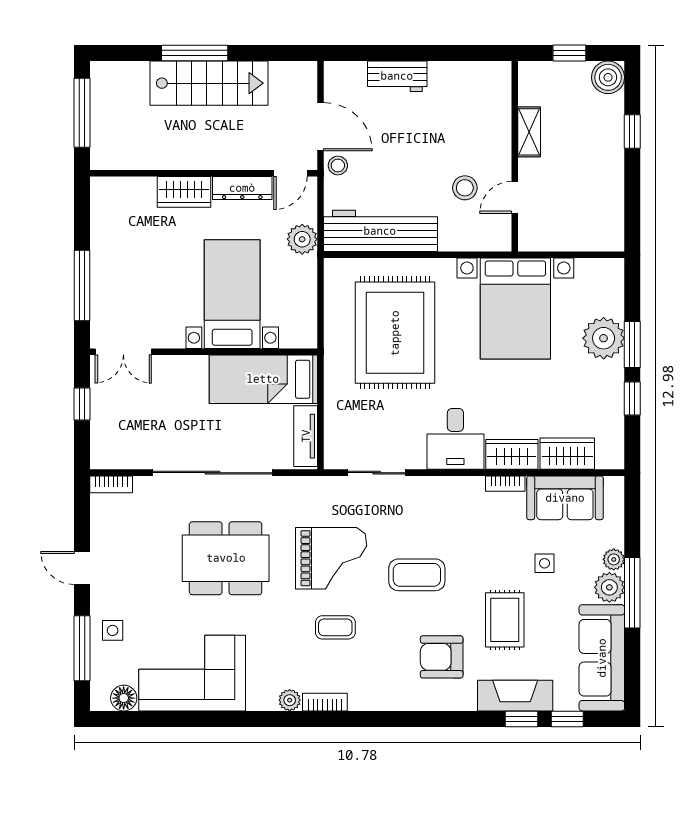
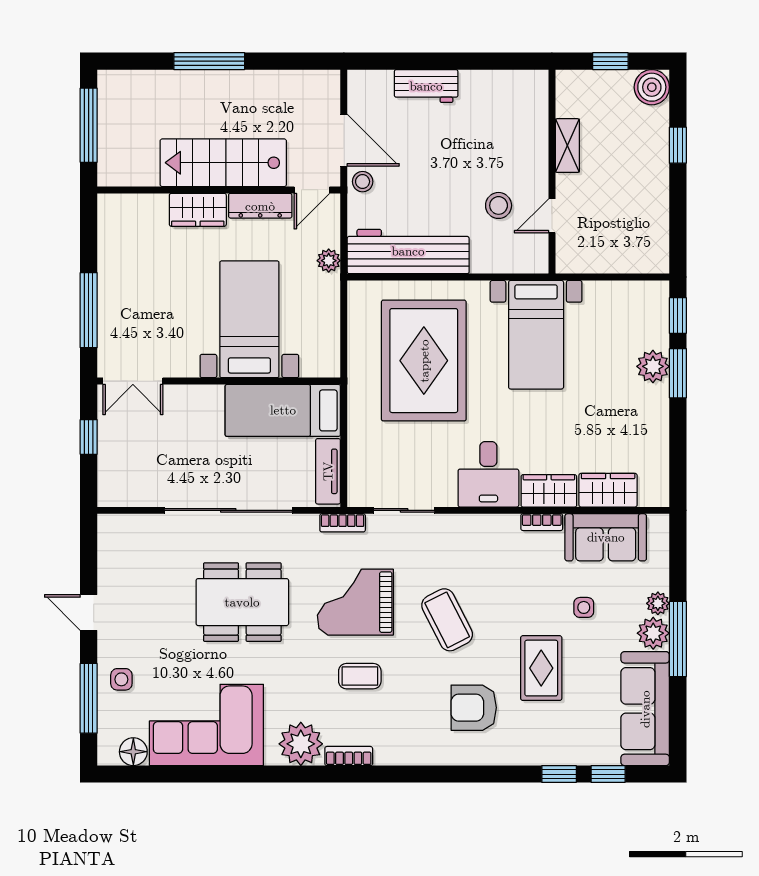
stairs: (209, 83) -> (223, 163), moved, turned 180
plant: (302, 239) -> (329, 261), width x0.73, depth x0.73
bed with nightstands: (515, 309) -> (536, 335), width x0.73
plant: (604, 338) -> (653, 366), width x0.73, depth x0.73
window: (632, 399) -> (678, 316), moved
bookcase: (111, 484) -> (343, 523), moved
grand piano: (331, 558) -> (355, 602), turned 180
coffee table: (417, 575) -> (447, 620), turned 63
fireplace: (515, 696) -> (552, 749), removed
plant: (290, 700) -> (301, 744), width x1.88, depth x1.88

